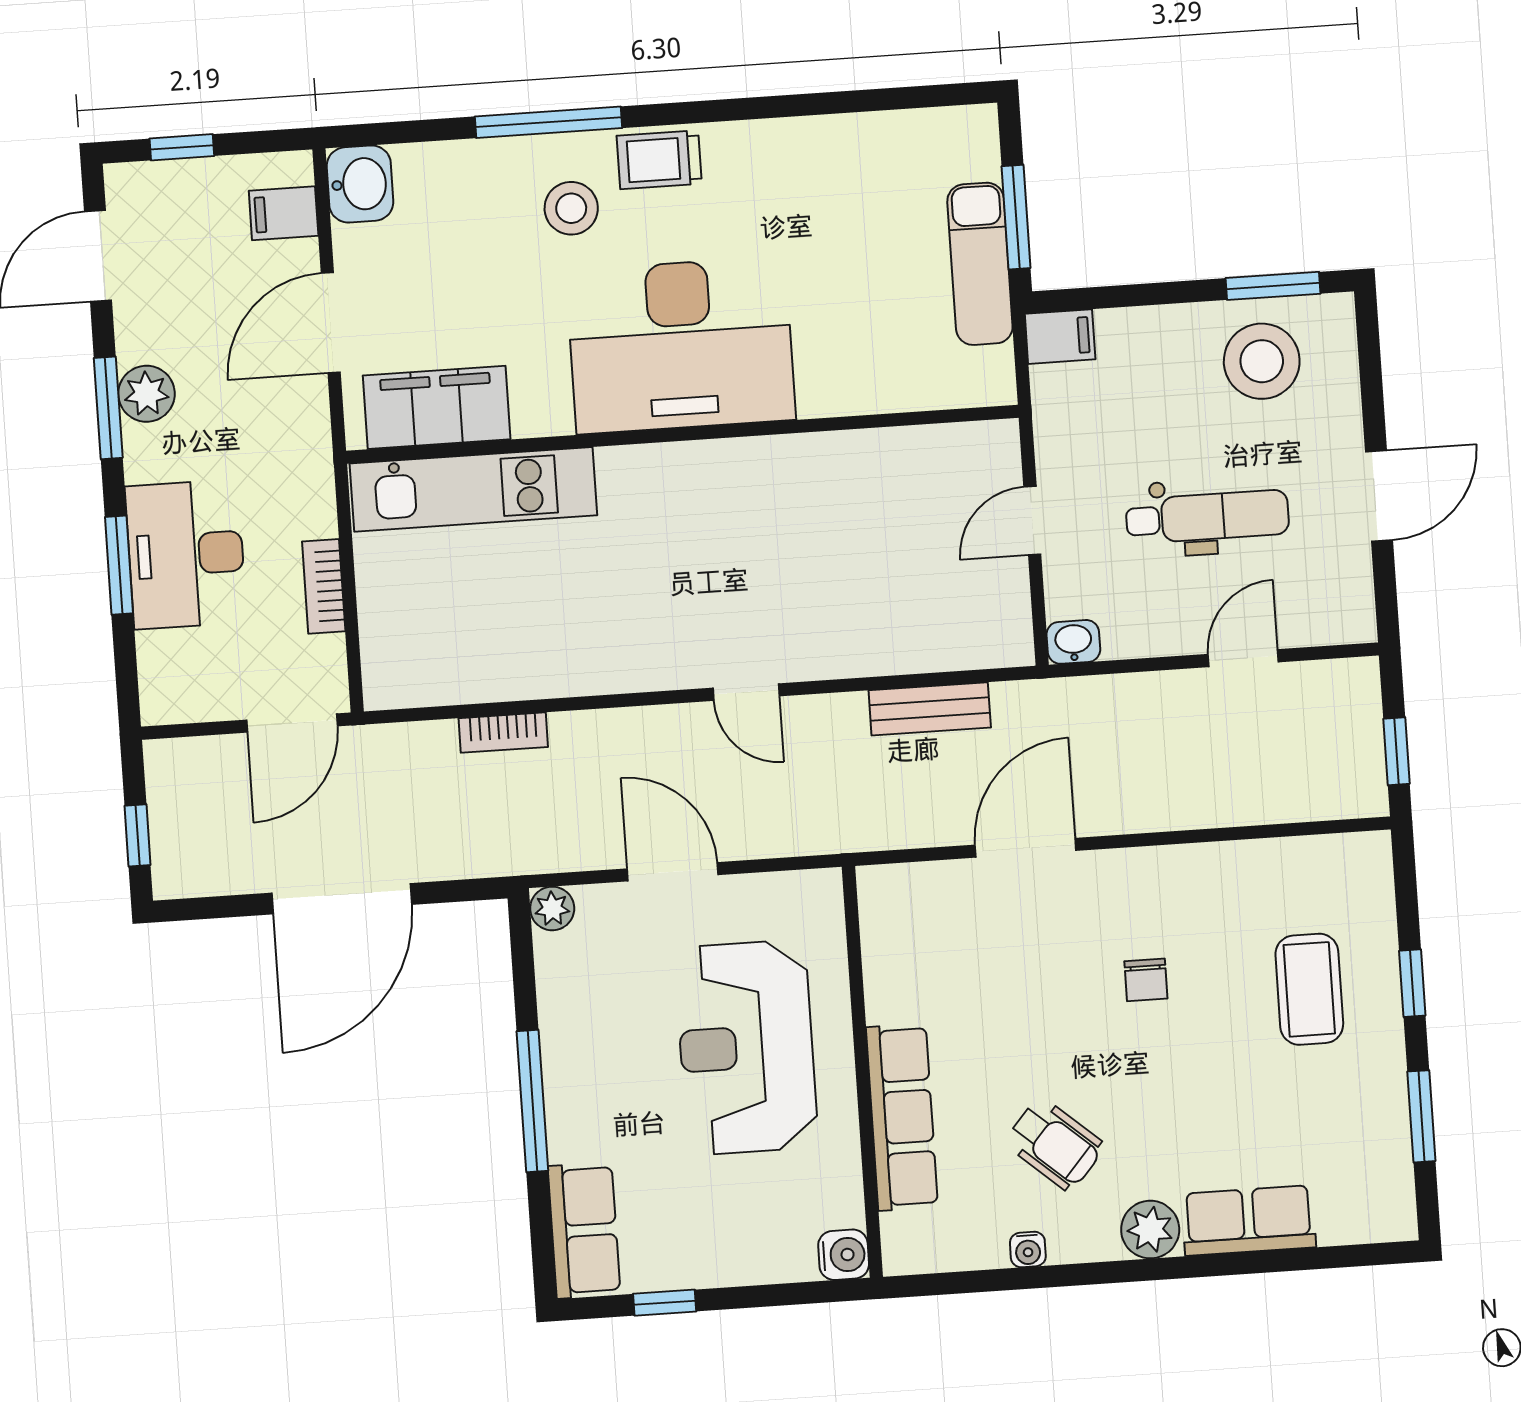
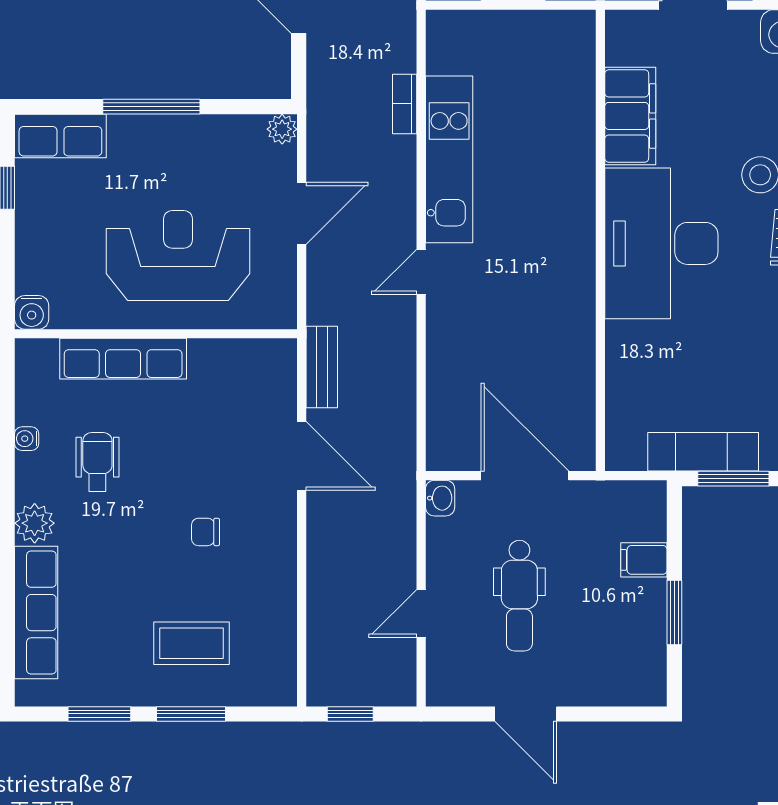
window: (1273, 286) -> (674, 612), moved
filing cabinet: (1060, 337) -> (644, 560), moved, turned 90
stool: (1262, 361) -> (623, 640), removed
filing cabinet: (437, 407) -> (630, 116), moved
kitchen unit: (473, 489) -> (449, 159), moved, turned 180
door: (1032, 521) -> (525, 476), width x1.88
door: (1243, 658) -> (421, 614), swing flipped
bench: (930, 709) -> (322, 367), moved
window: (1412, 983) -> (191, 714), width x1.50
wheelchair: (1055, 1144) -> (97, 462), turned 139
row of seats: (1249, 1220) -> (36, 613), width x1.48

